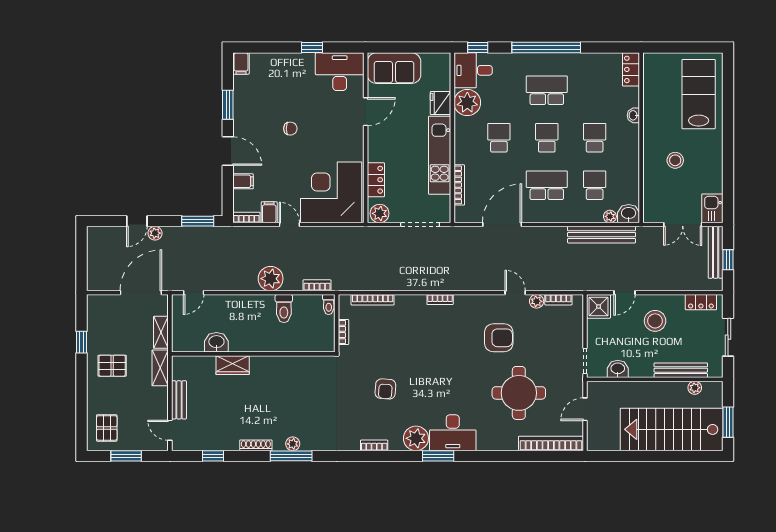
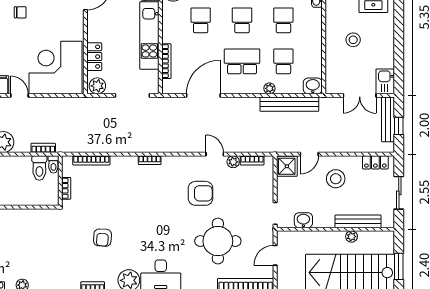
plant: (610, 216) -> (269, 88), moved
toilet: (284, 308) -> (39, 168), moved
plant: (695, 388) -> (352, 237), moved

